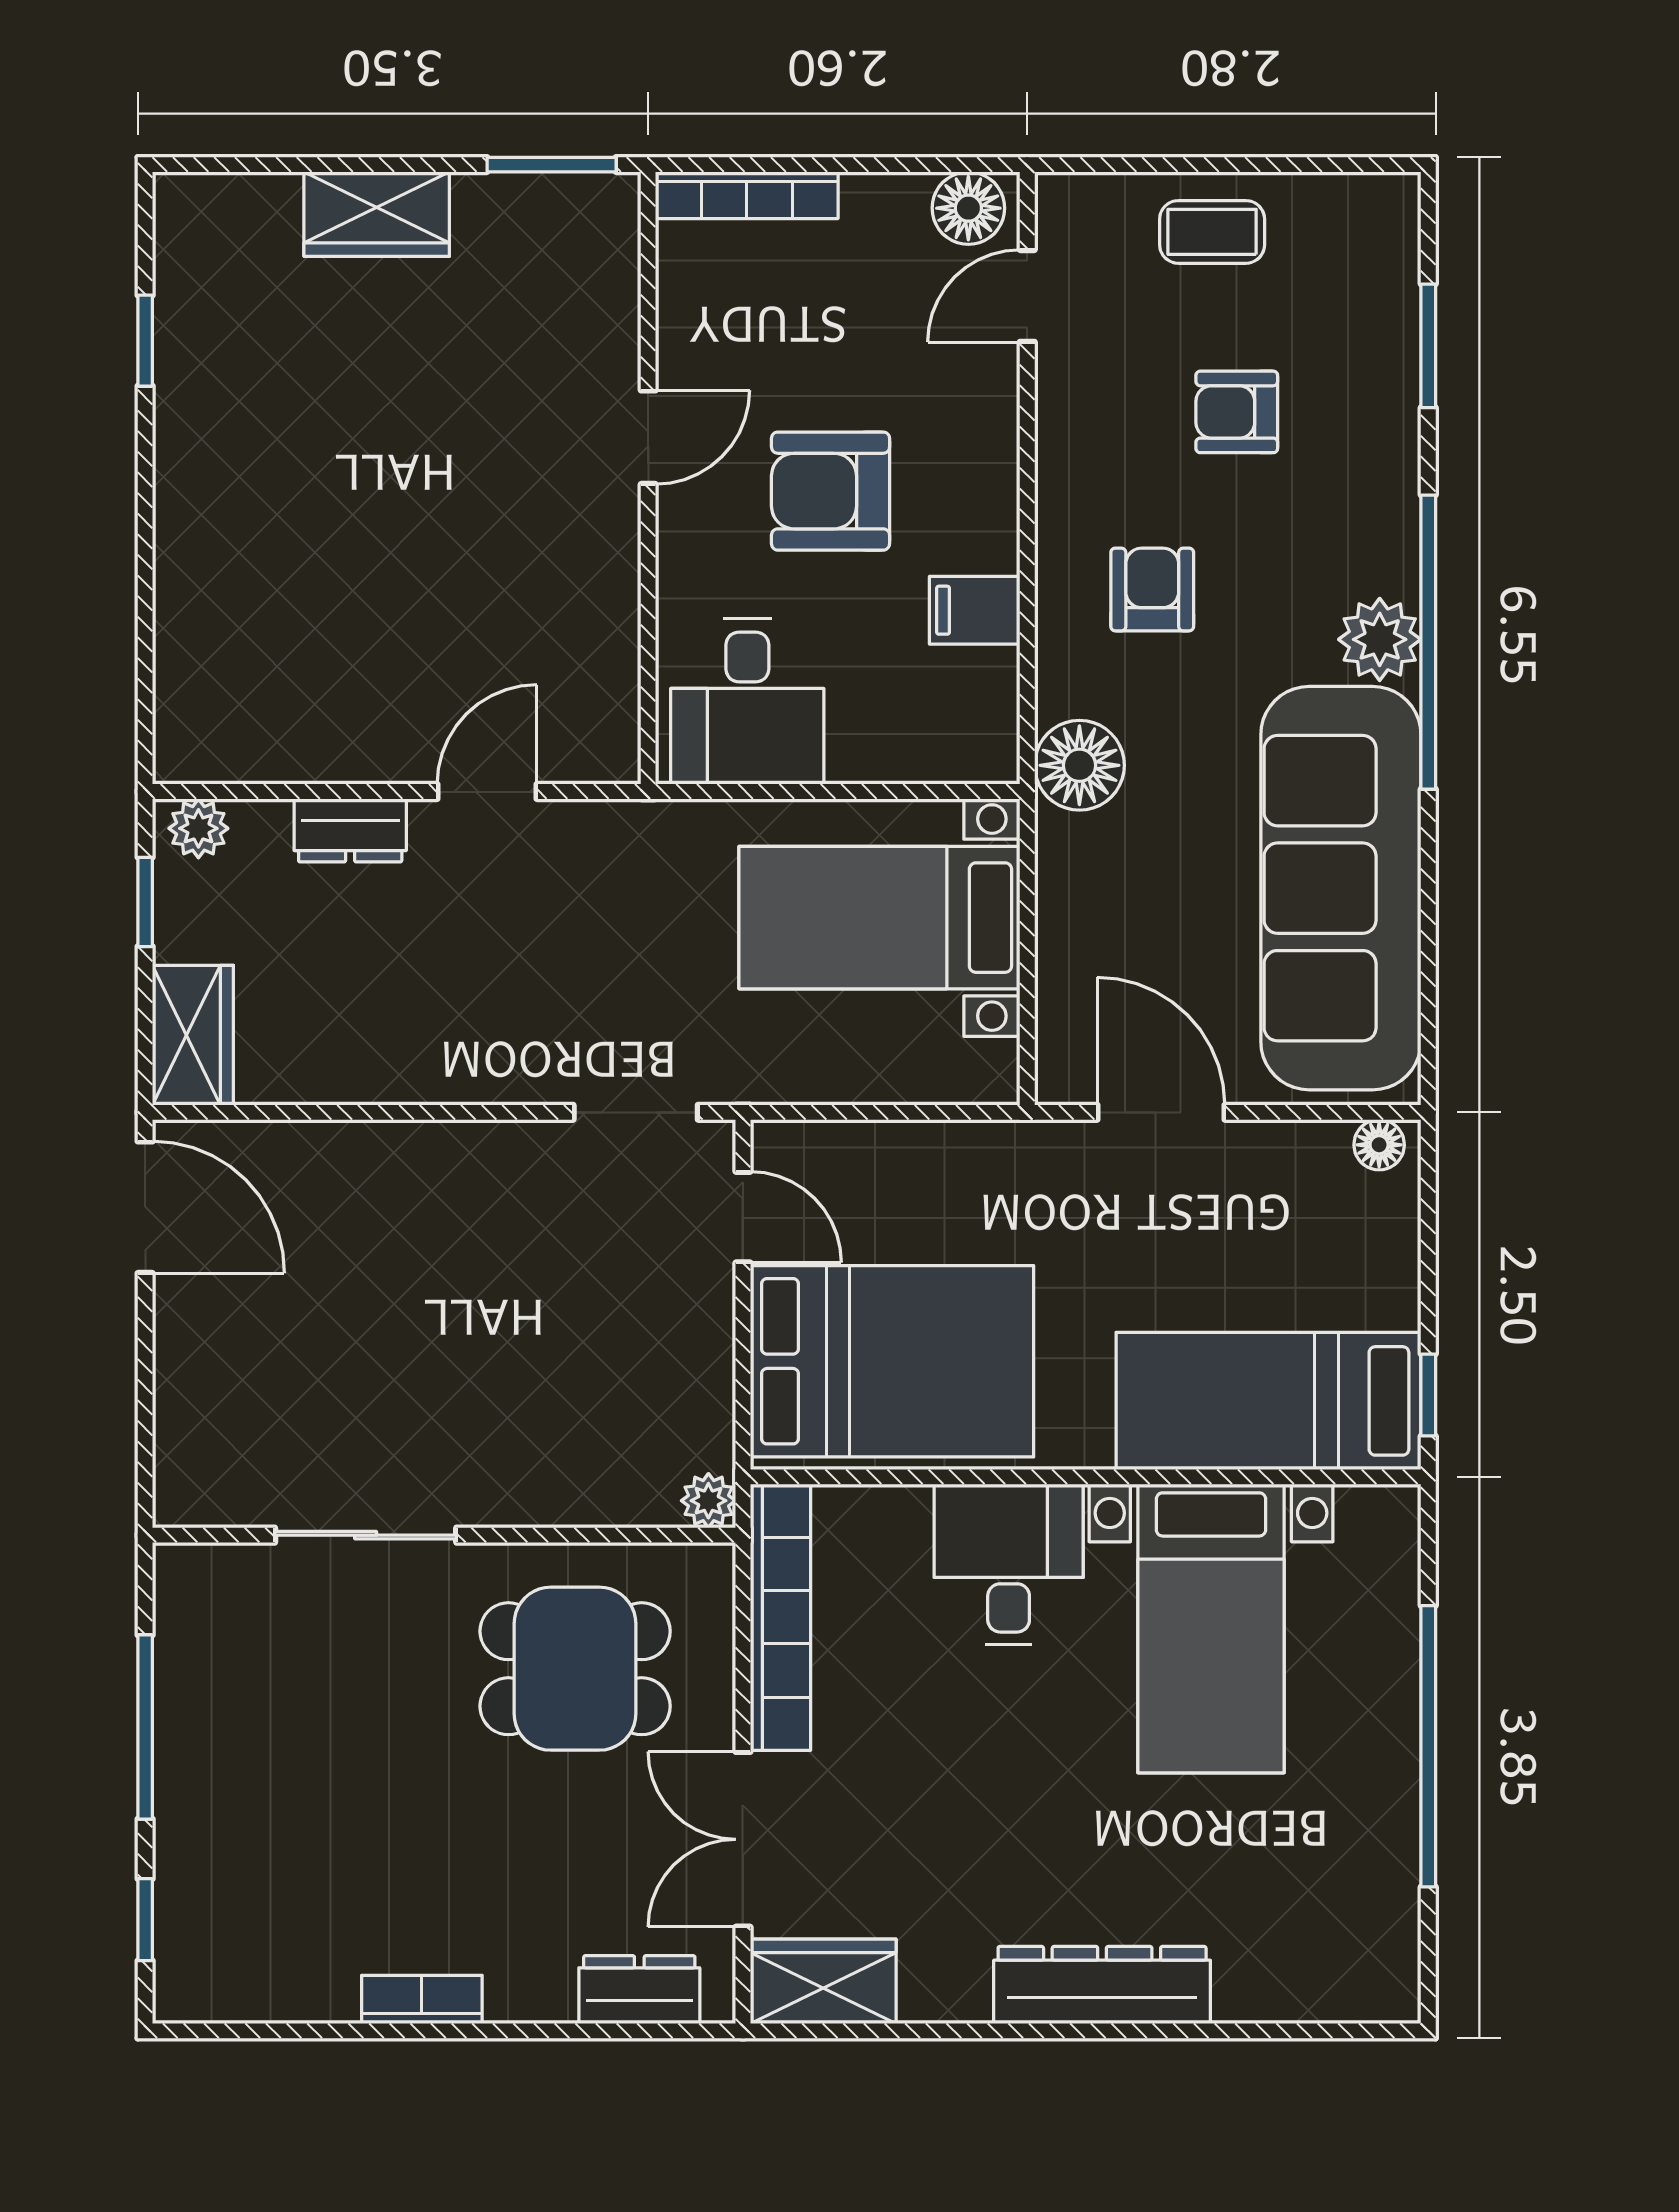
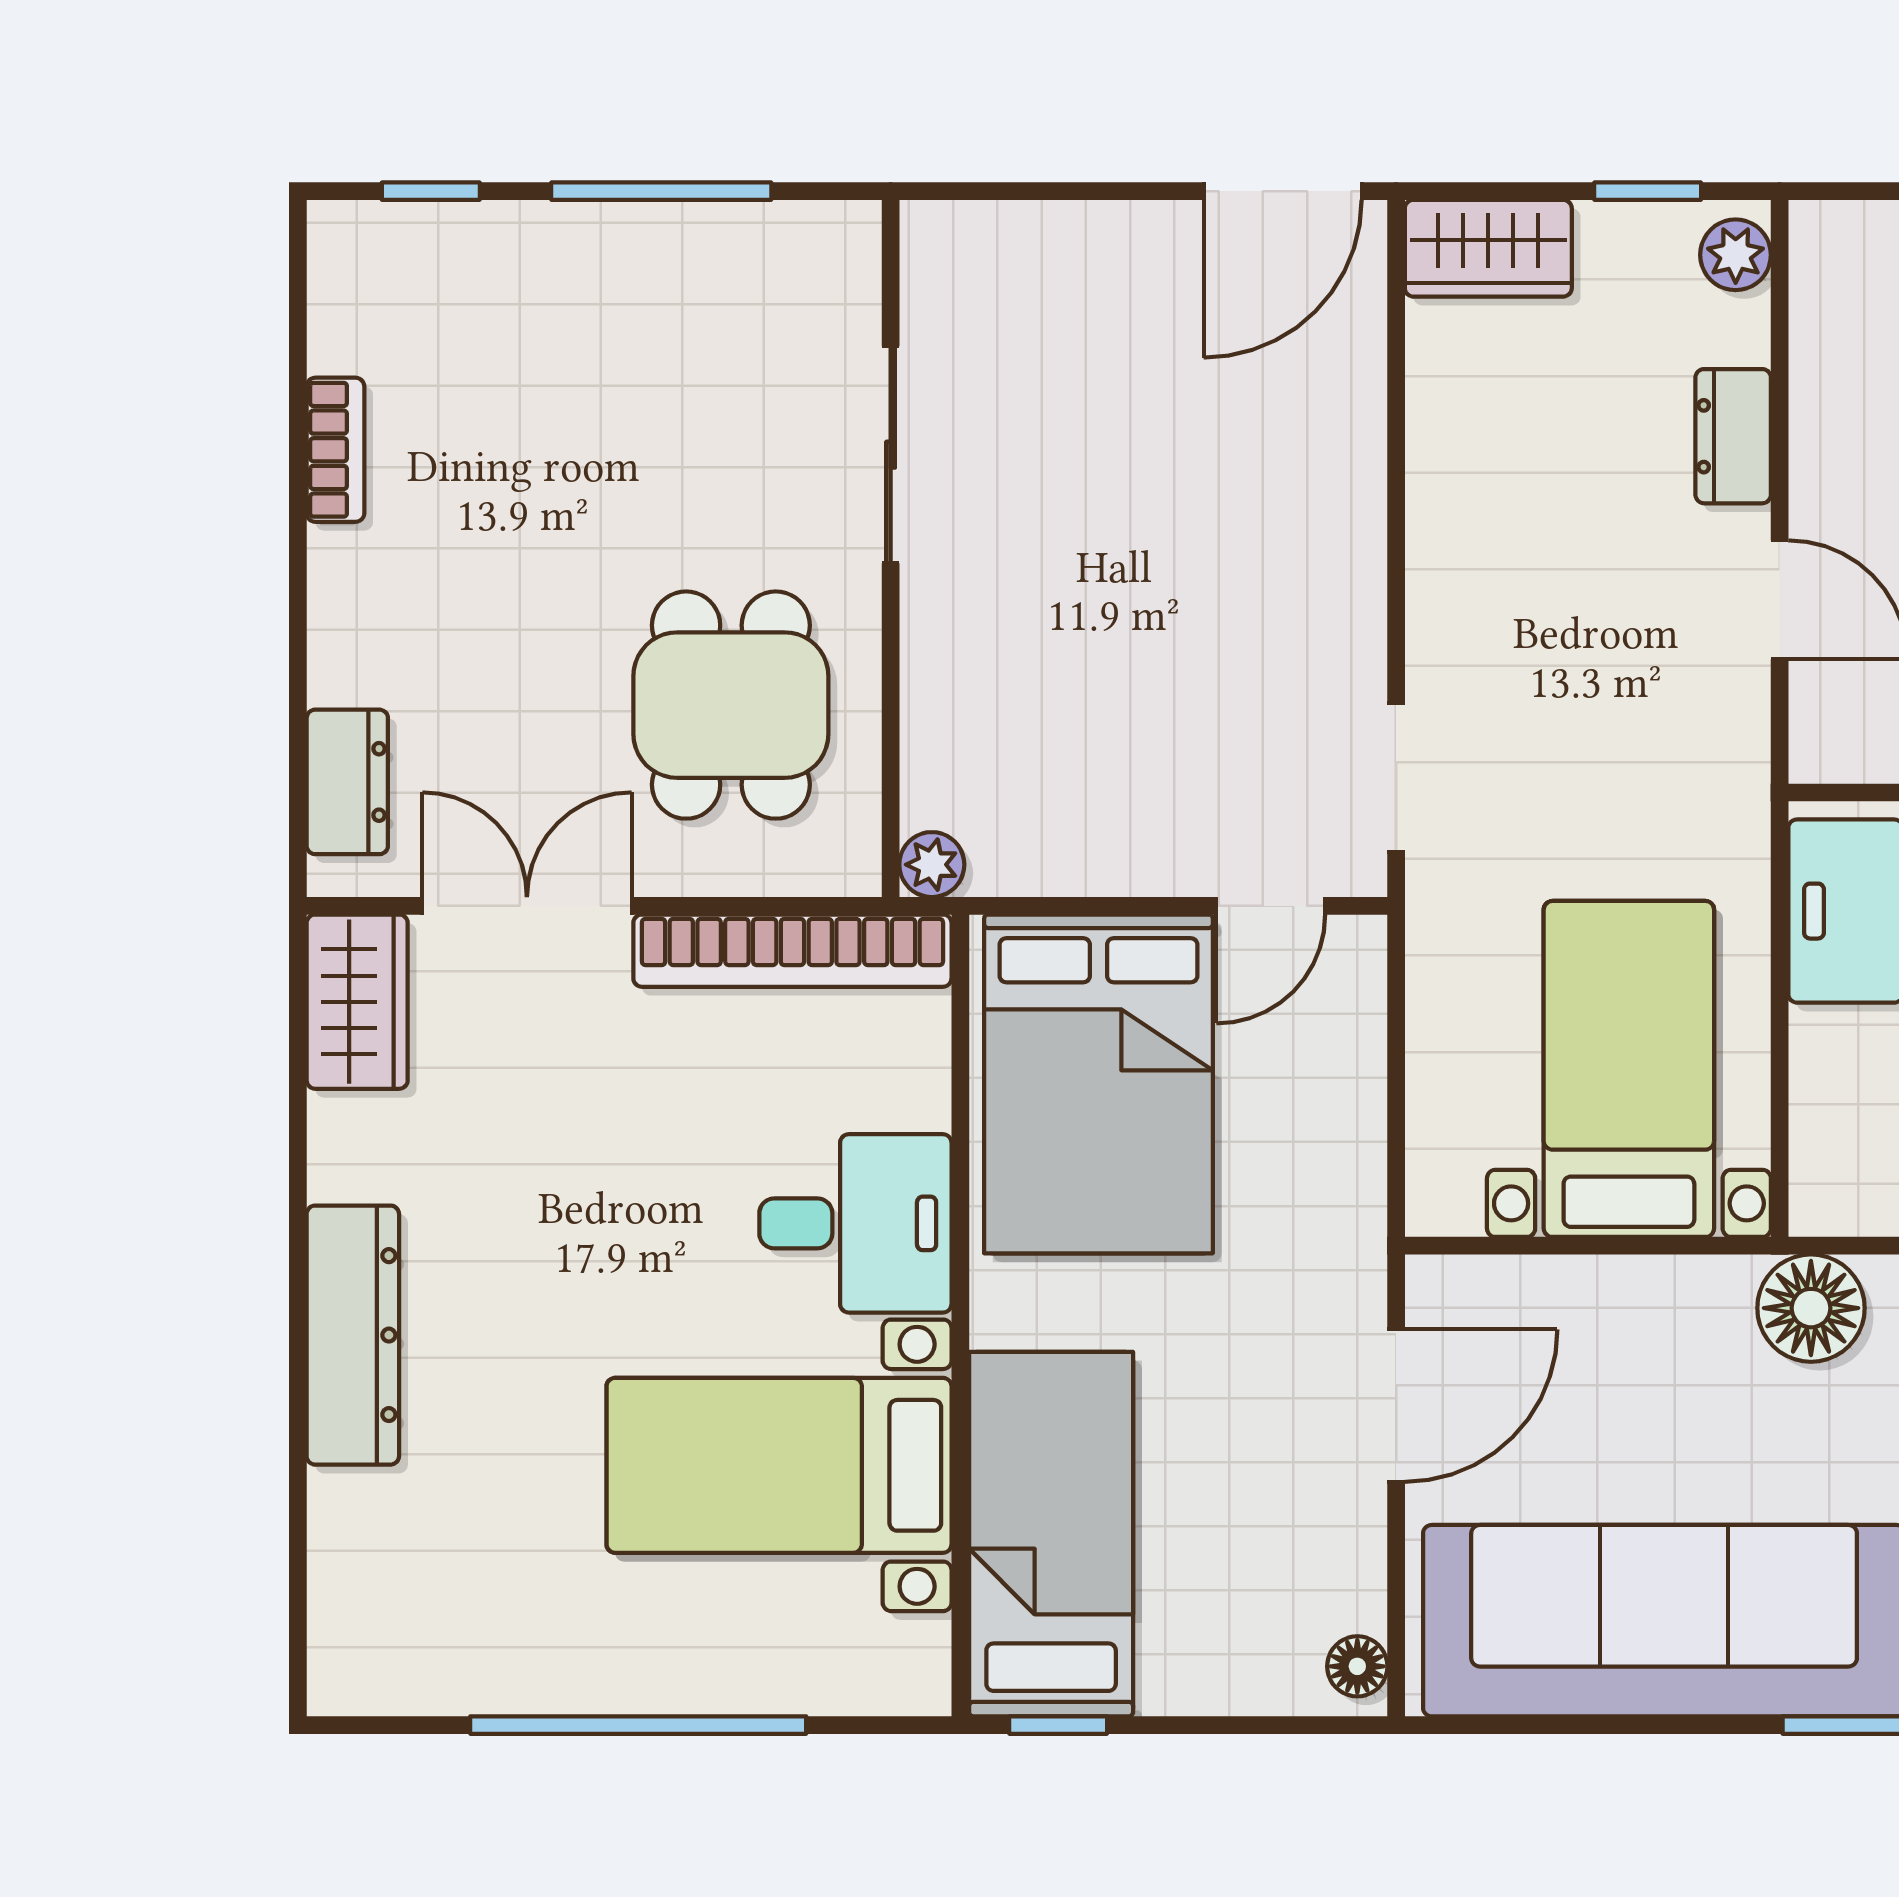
bookcase: (422, 1999) -> (335, 450), moved

